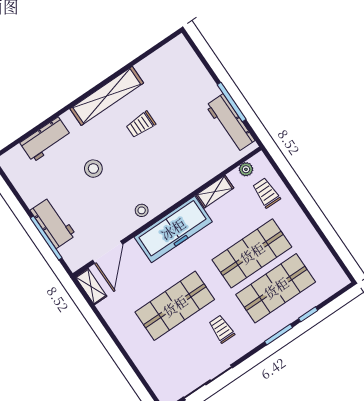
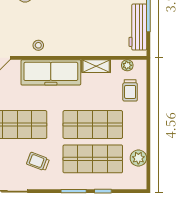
trolley: (266, 193) -> (130, 90), turned 180
plant: (321, 256) -> (138, 158), added
trolley: (222, 329) -> (38, 162), turned -69

